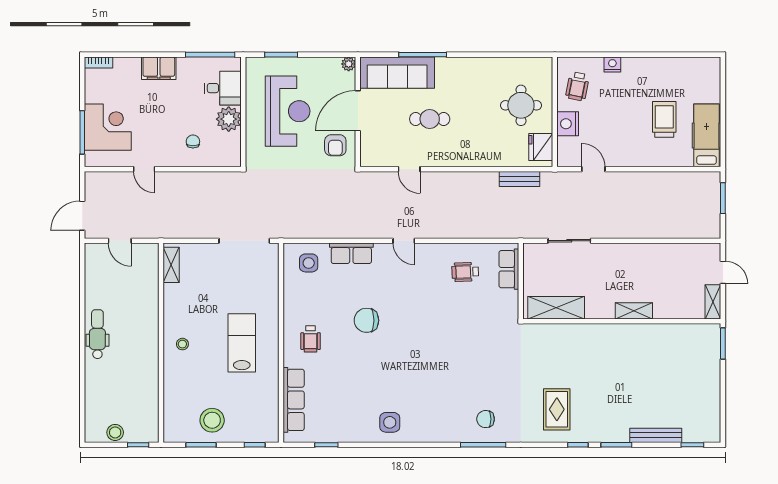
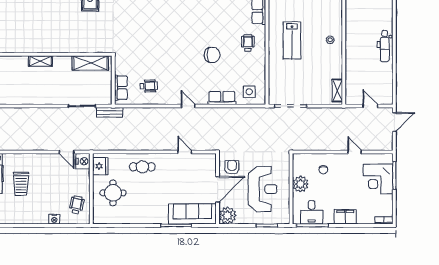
plant: (349, 64) -> (228, 215), width x1.88, depth x1.88
desk: (223, 88) -> (312, 212), moved, turned -90
reception desk: (288, 111) -> (263, 189), turned 180
cafe table: (430, 119) -> (142, 167), moved
nightstand: (568, 124) -> (83, 161), moved
bench: (520, 179) -> (110, 112), moved

